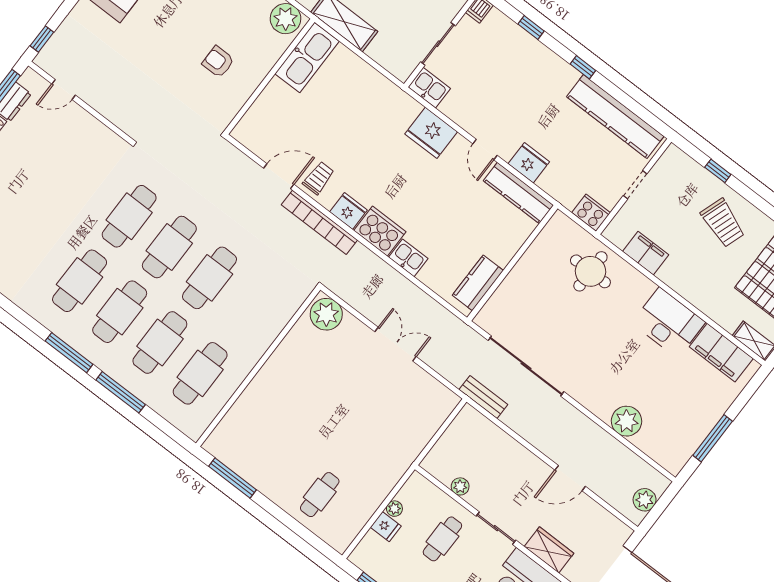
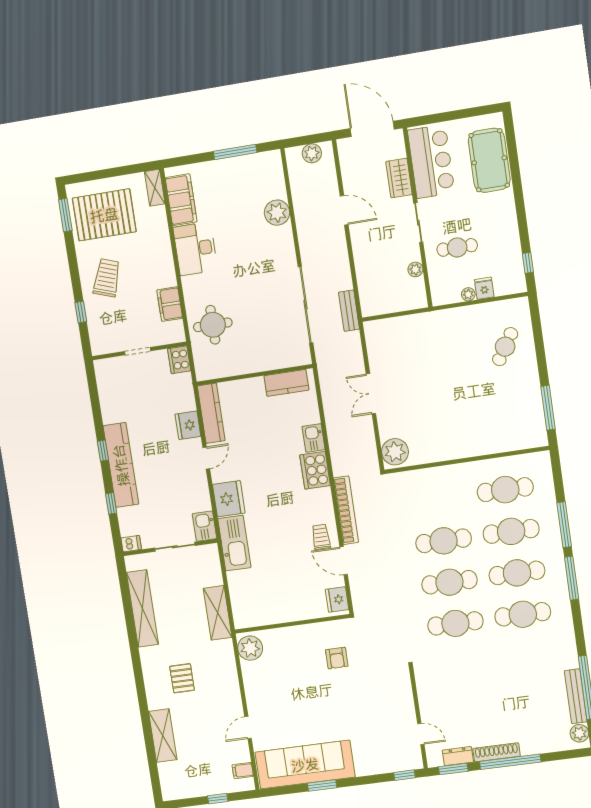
kitchen sink: (307, 57) -> (234, 543), moved, turned 90
armchair: (218, 62) -> (337, 658), moved
kitchen counter: (615, 116) -> (121, 465), moved
trolley: (318, 178) -> (321, 537), turned 90
fridge: (348, 211) -> (337, 599), moved
cafe table: (320, 495) -> (505, 347), turned -58

